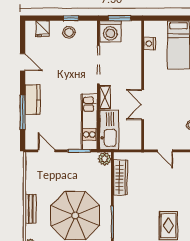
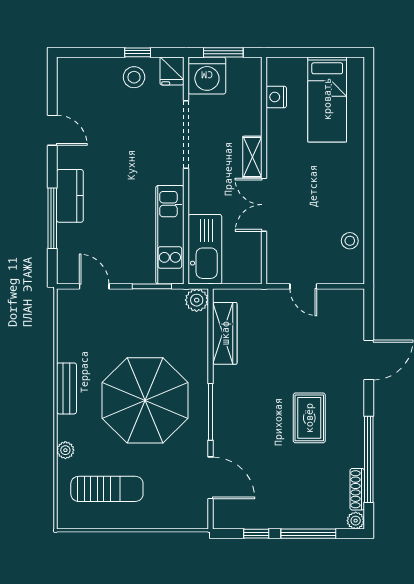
fridge: (43, 29) -> (172, 71), moved
shelving: (105, 97) -> (252, 157), moved

